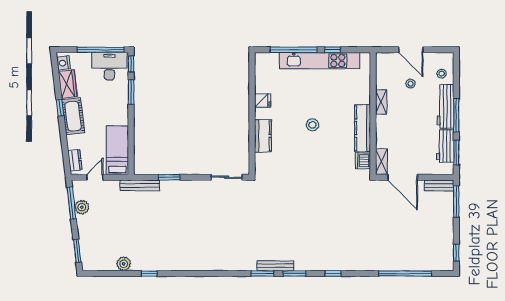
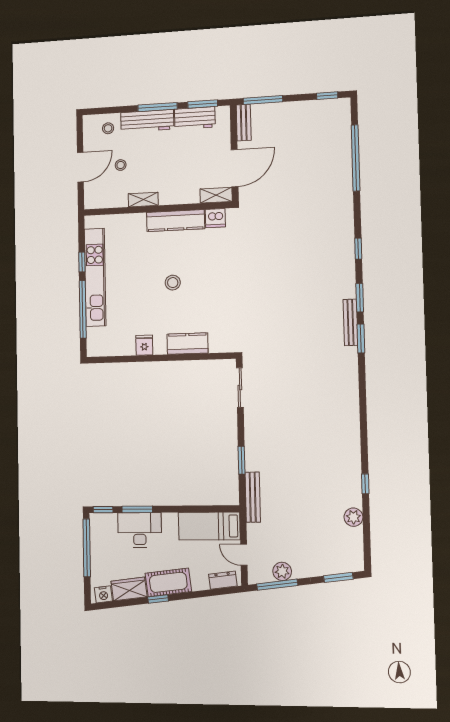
desk: (109, 66) -> (140, 530), moved, turned 90

